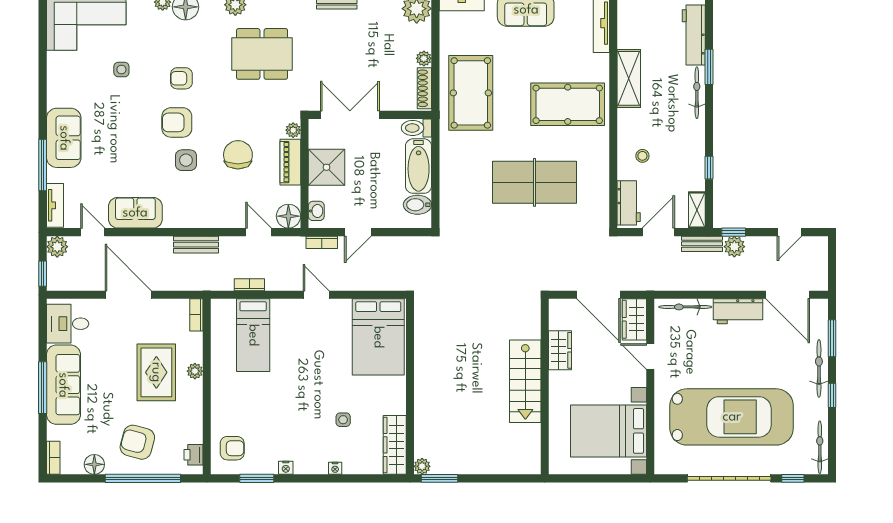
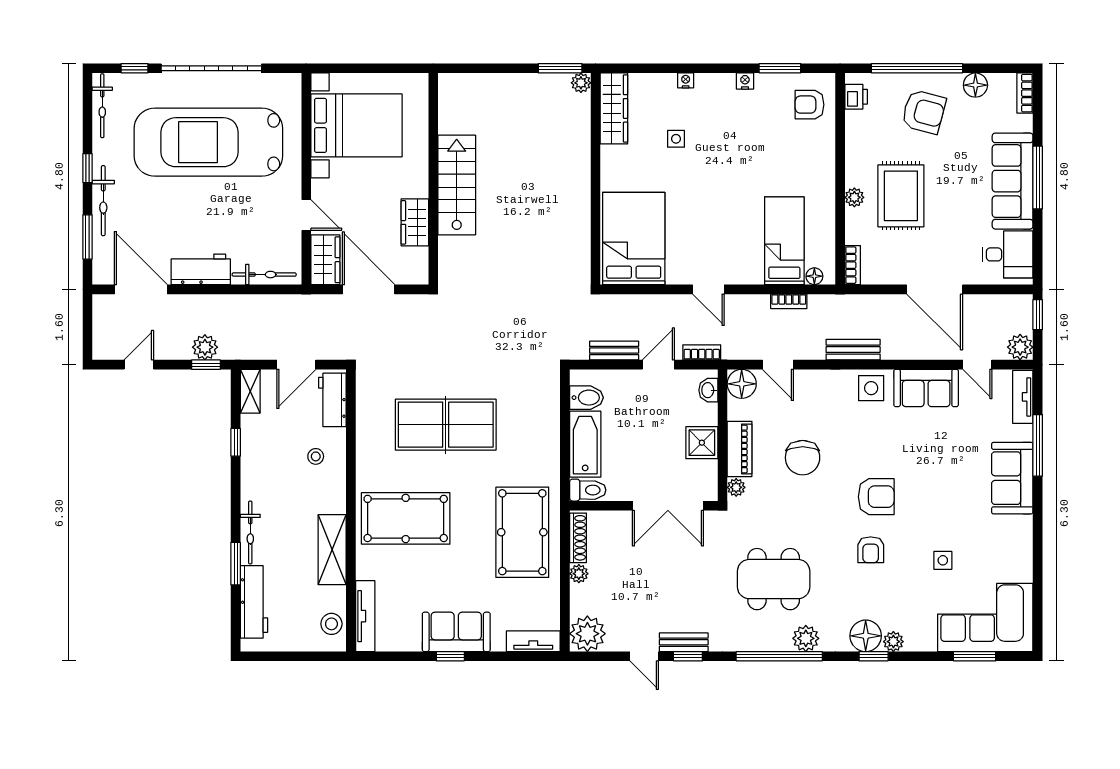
stool: (629, 17) -> (331, 624), added
armchair: (181, 78) -> (871, 550), turned 90
side table: (186, 160) -> (871, 388), moved
shower: (326, 167) -> (702, 443), width x0.73, depth x0.73
bench: (702, 244) -> (614, 351), moved
floor lamp: (228, 306) -> (814, 276), added

